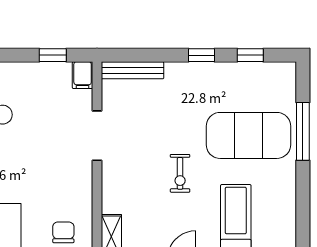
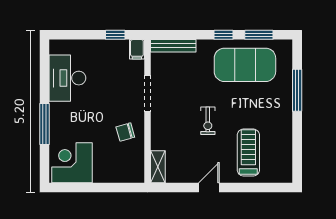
window: (250, 55) -> (259, 35), width x1.50
exercise mat: (248, 135) -> (245, 65), moved
chair: (63, 232) -> (125, 132), moved, turned -106

